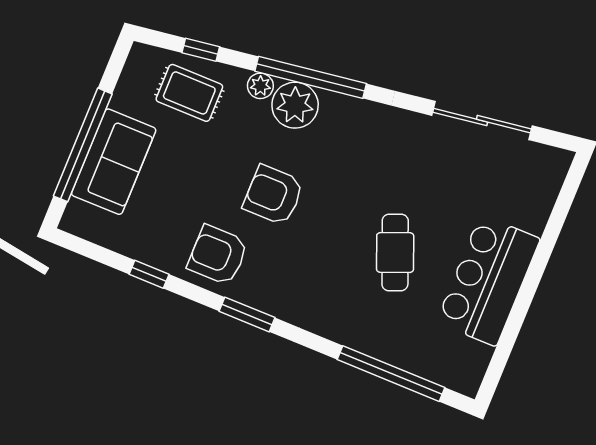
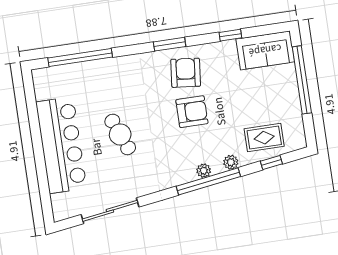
plant: (295, 105) -> (204, 171), width x0.53, depth x0.53
sofa: (114, 162) -> (265, 50), moved, turned -90
cafe table: (395, 253) -> (120, 134), moved
armchair: (218, 255) -> (186, 73), moved, turned -84
bar counter: (488, 281) -> (61, 145), width x1.36

